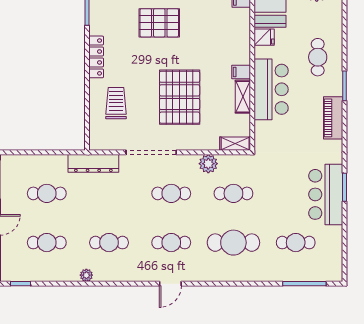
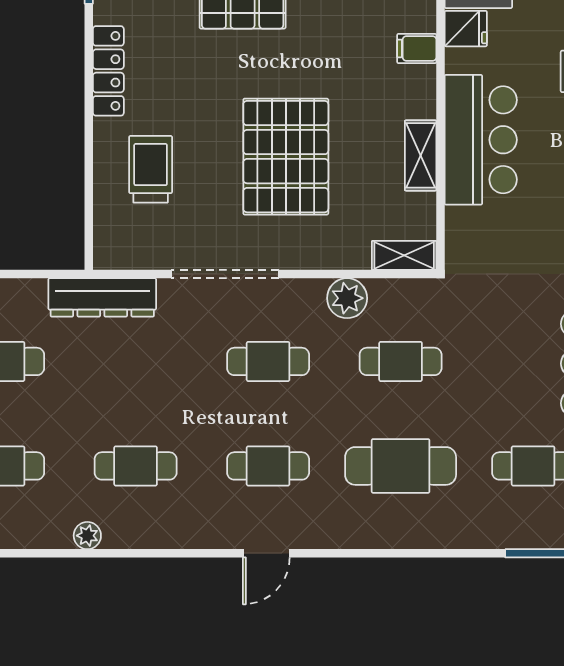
filing cabinet: (241, 72) -> (417, 48), moved

